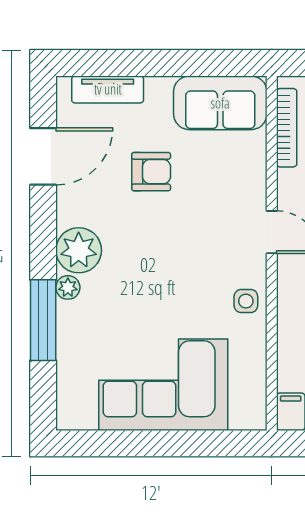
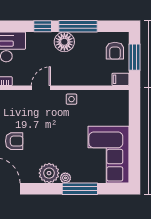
armchair: (151, 172) -> (14, 141), turned 90
corner sofa: (163, 385) -> (108, 155), moved

